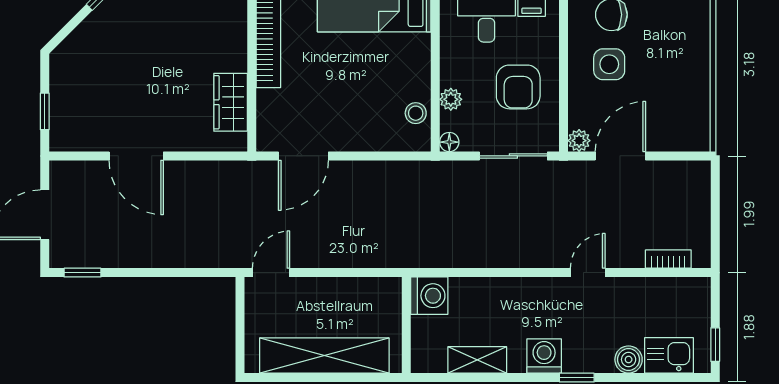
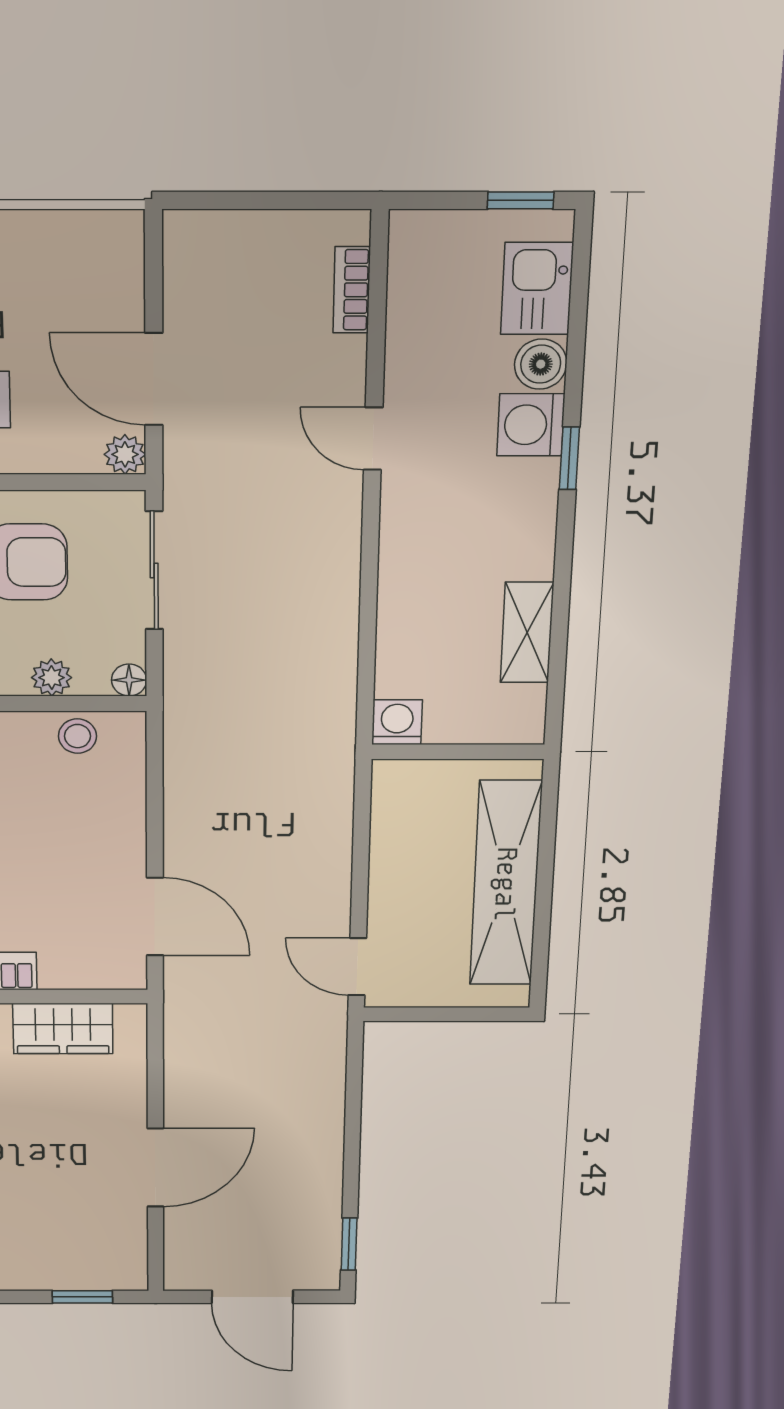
washing machine: (429, 296) -> (397, 722), width x0.73, depth x0.73
washing machine: (544, 356) -> (531, 425), moved

